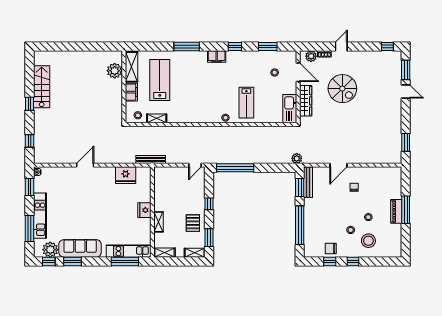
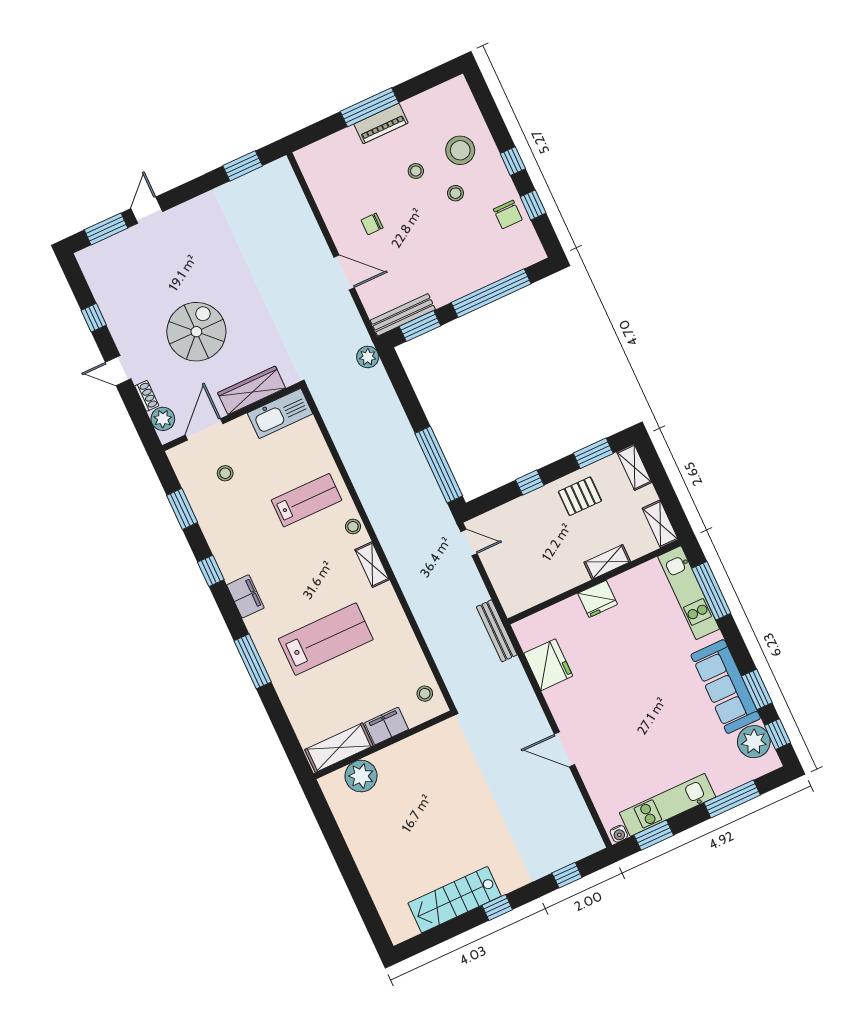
window: (387, 46) -> (94, 318), moved
lab bench: (160, 80) -> (326, 639), moved, turned 180
shelving: (157, 118) -> (372, 565), moved
kitchen unit: (40, 216) -> (668, 805), moved

